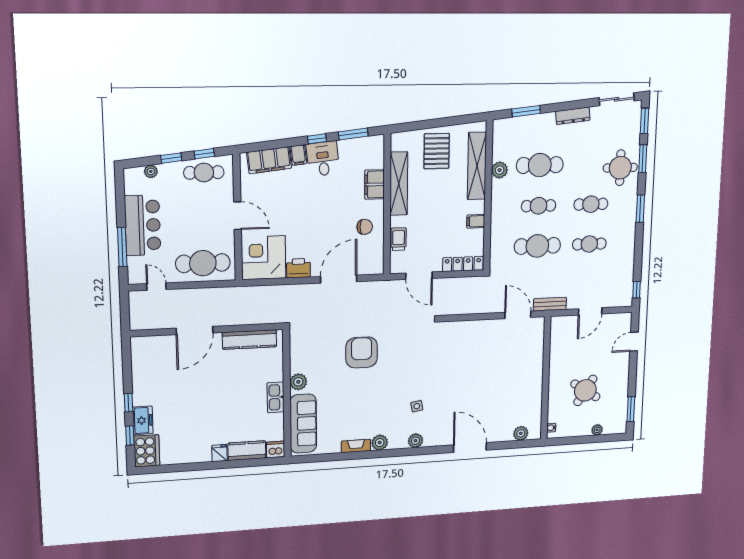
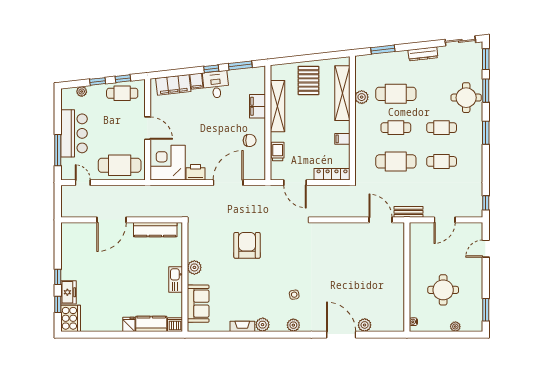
round table: (585, 390) -> (443, 290), turned -33
sofa: (303, 424) -> (198, 304), width x0.73
plant: (521, 433) -> (365, 325), moved

